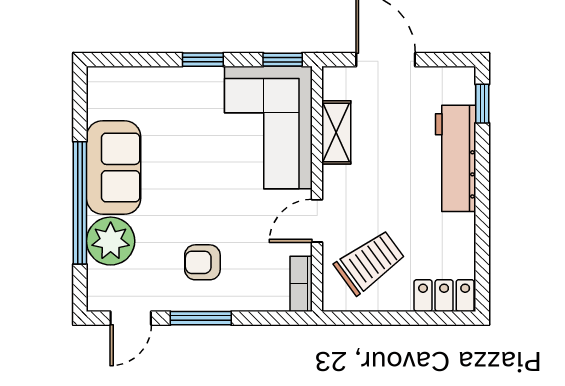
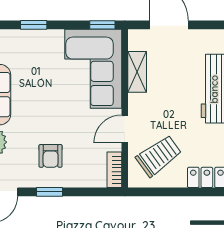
window: (203, 60) -> (34, 25), moved
armchair: (202, 262) -> (51, 156), turned -90
window: (201, 318) -> (50, 192), width x0.67

